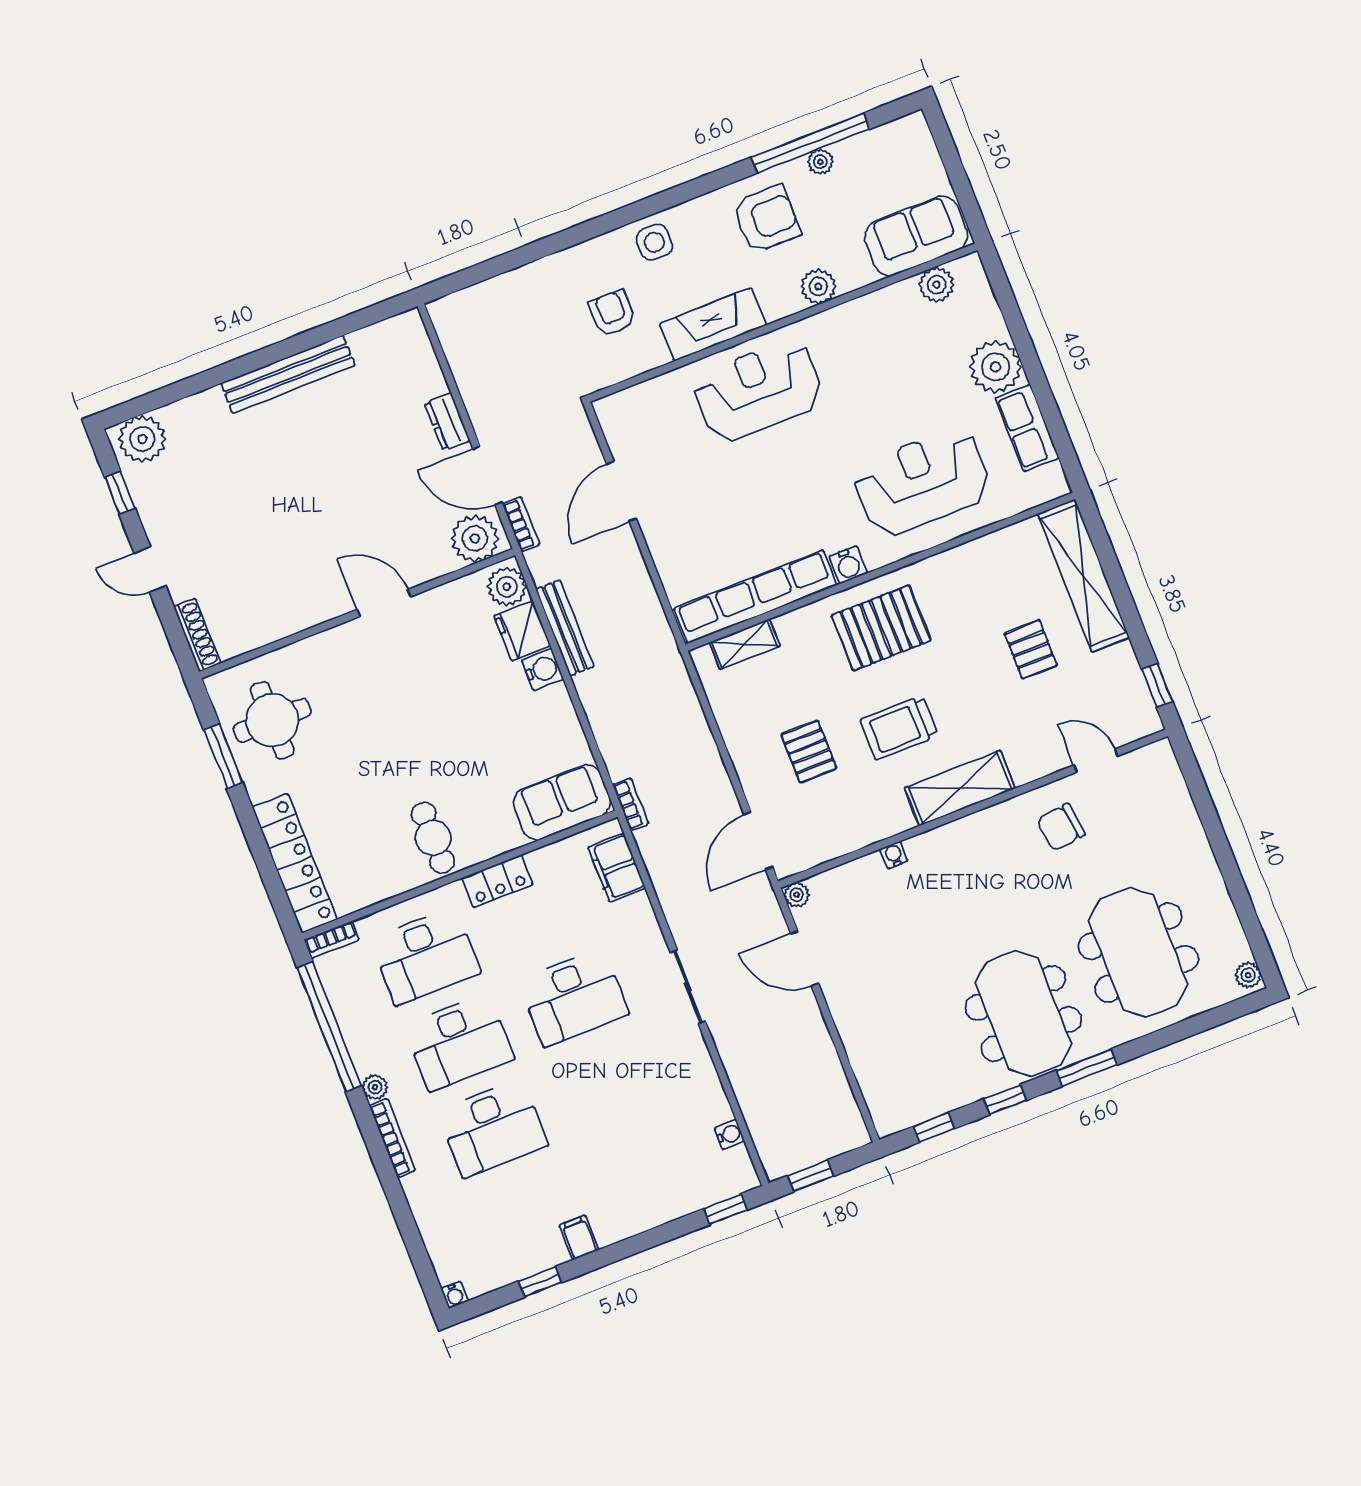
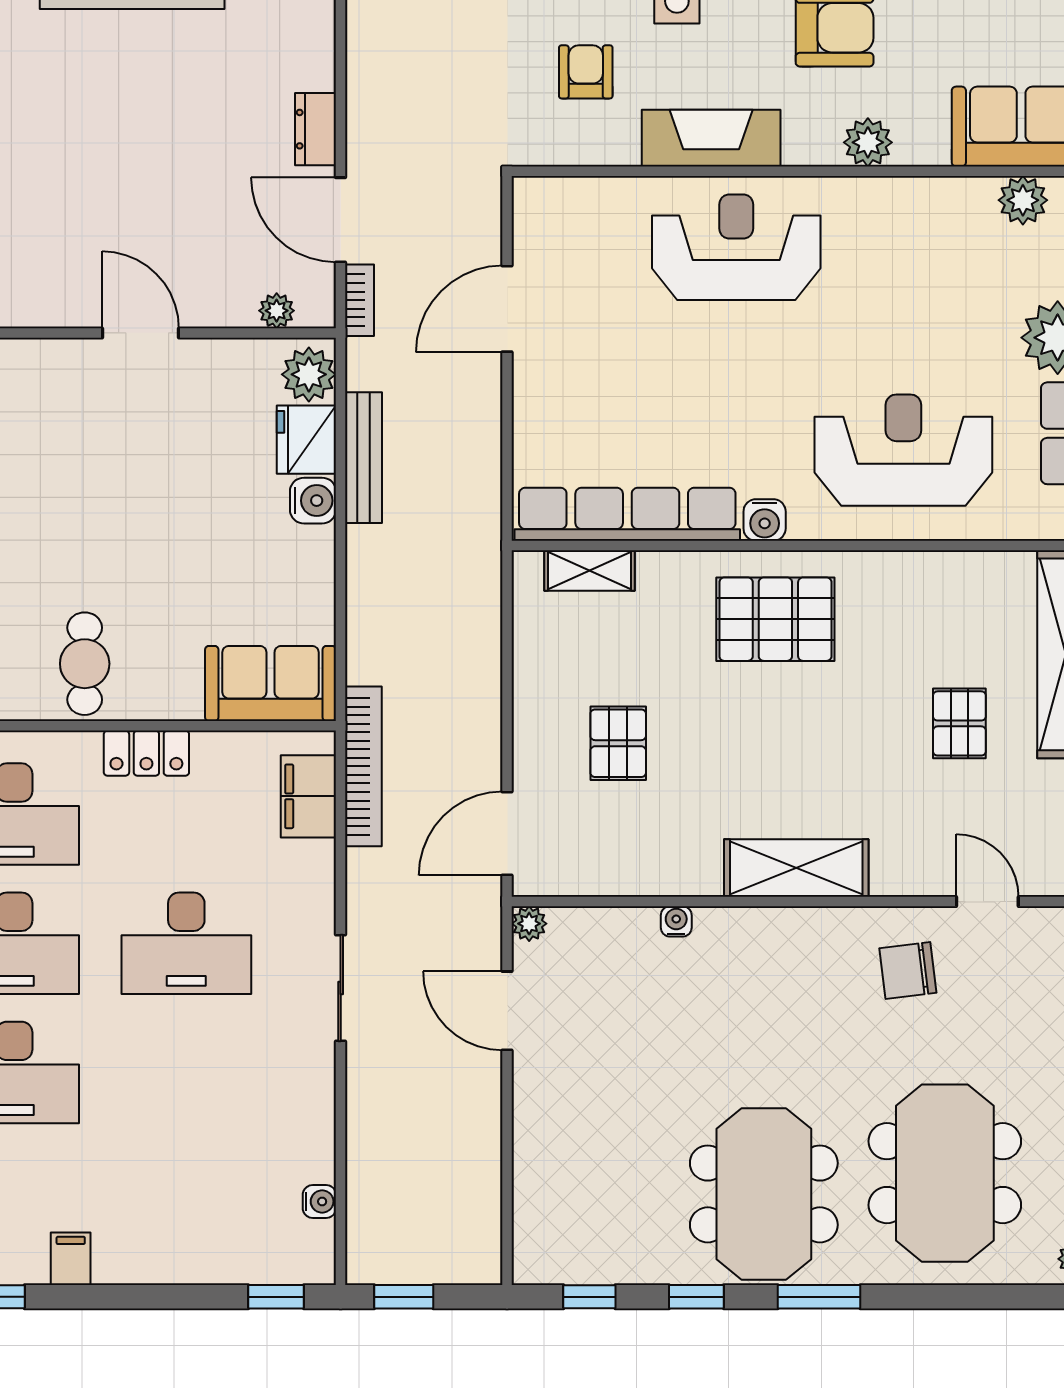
plant: (475, 538) -> (277, 311), width x0.53, depth x0.53
trolley: (899, 728) -> (748, 758), removed
bookcase: (631, 804) -> (363, 766), width x2.31, depth x1.31

